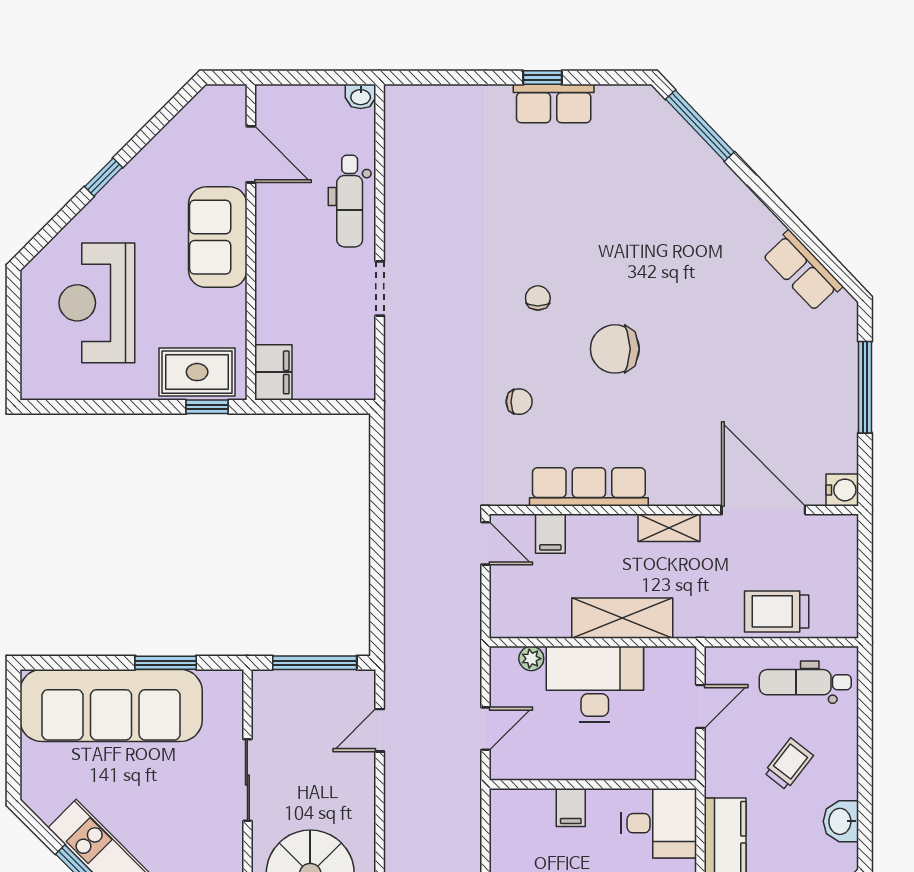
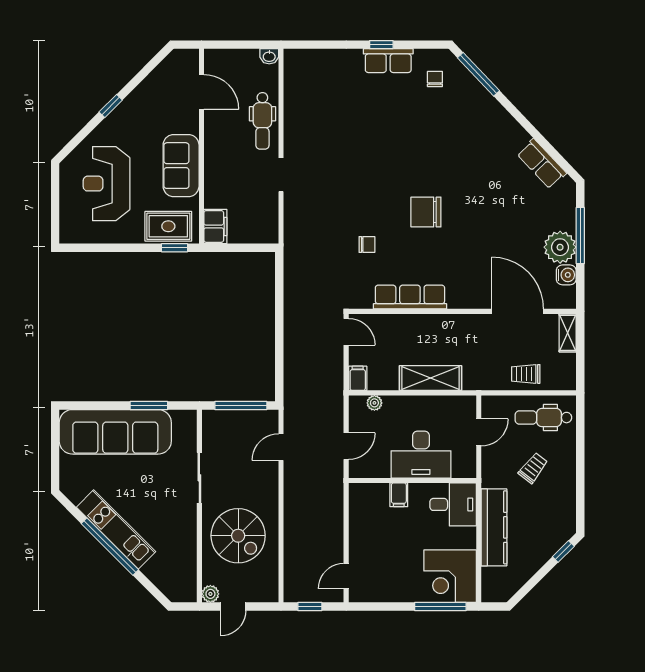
sofa: (218, 237) -> (181, 166), moved
chair: (538, 298) -> (435, 79), moved
plant: (832, 406) -> (560, 247), added
water cooler: (842, 490) -> (566, 275), moved
shelving: (669, 528) -> (568, 333), moved, turned 90
filing cabinet: (550, 534) -> (358, 378), moved, turned 180
trolley: (777, 611) -> (526, 374), width x0.73, depth x0.72
desk: (595, 684) -> (421, 455), moved, turned 180
washbasin: (841, 821) -> (565, 503), removed

